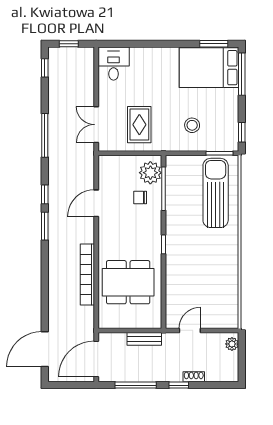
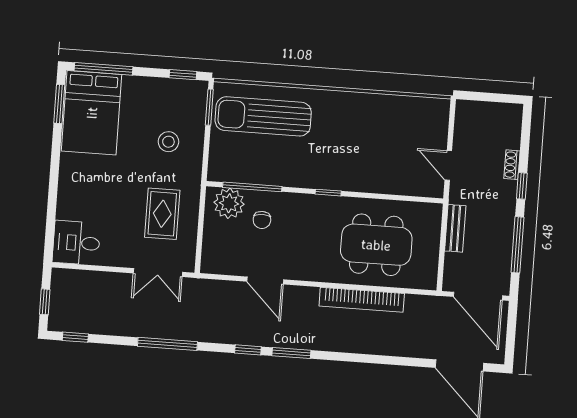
rug: (139, 125) -> (162, 214), turned 90
dining table: (128, 282) -> (376, 245), turned 90
plant: (232, 344) -> (471, 109), removed

